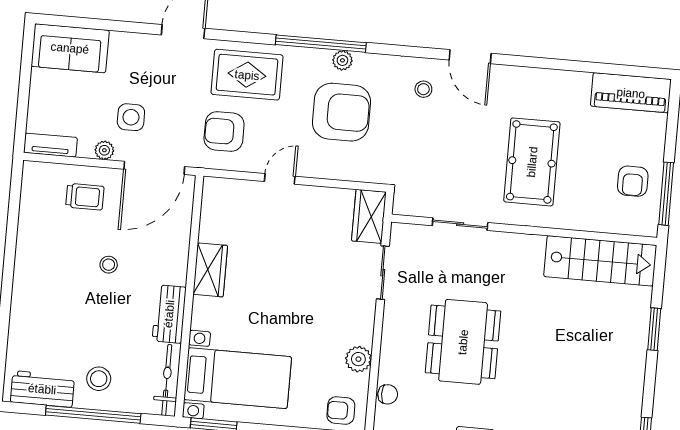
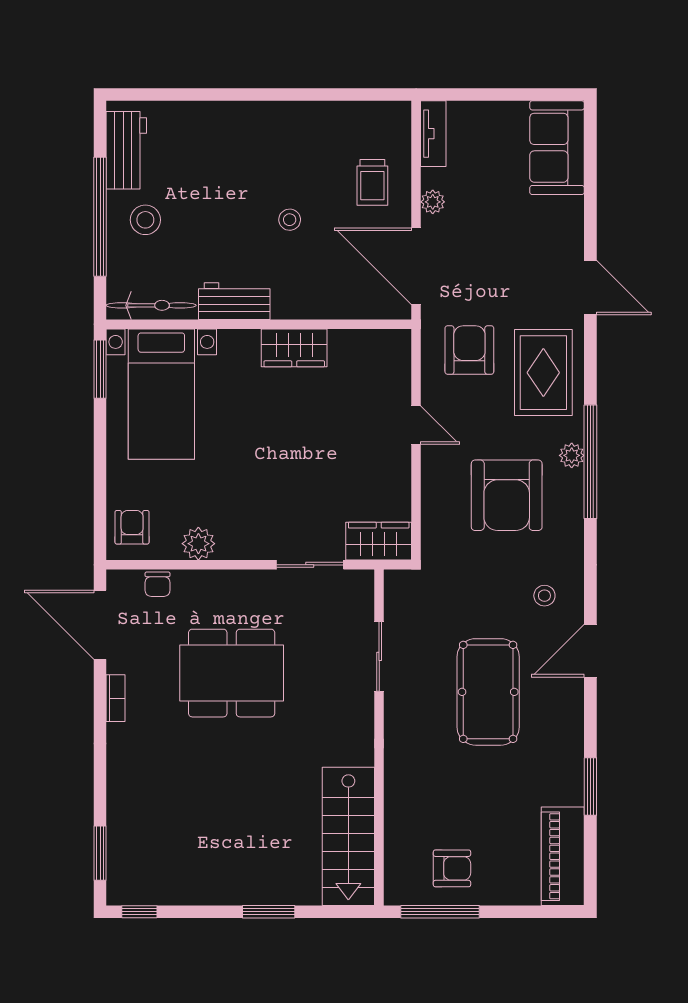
plant: (342, 60) -> (572, 455), moved
window: (577, 66) -> (590, 786), added
side table: (131, 117) -> (477, 232), removed
pool table: (532, 162) -> (488, 692), moved, turned 90
armchair: (633, 181) -> (452, 868), turned 180

